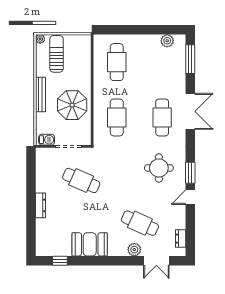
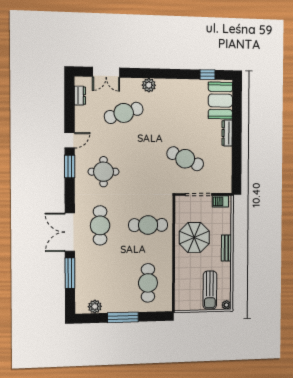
window: (141, 30) -> (123, 317), added
window: (190, 59) -> (70, 273), moved
bench: (40, 94) -> (226, 248), width x0.73
cafe table: (117, 117) -> (148, 225), turned 90
cafe table: (140, 223) -> (124, 113), turned -42
booth: (90, 244) -> (220, 101), moved, turned 90
plant: (134, 250) -> (149, 85), moved
double door: (156, 261) -> (106, 72), swing flipped

